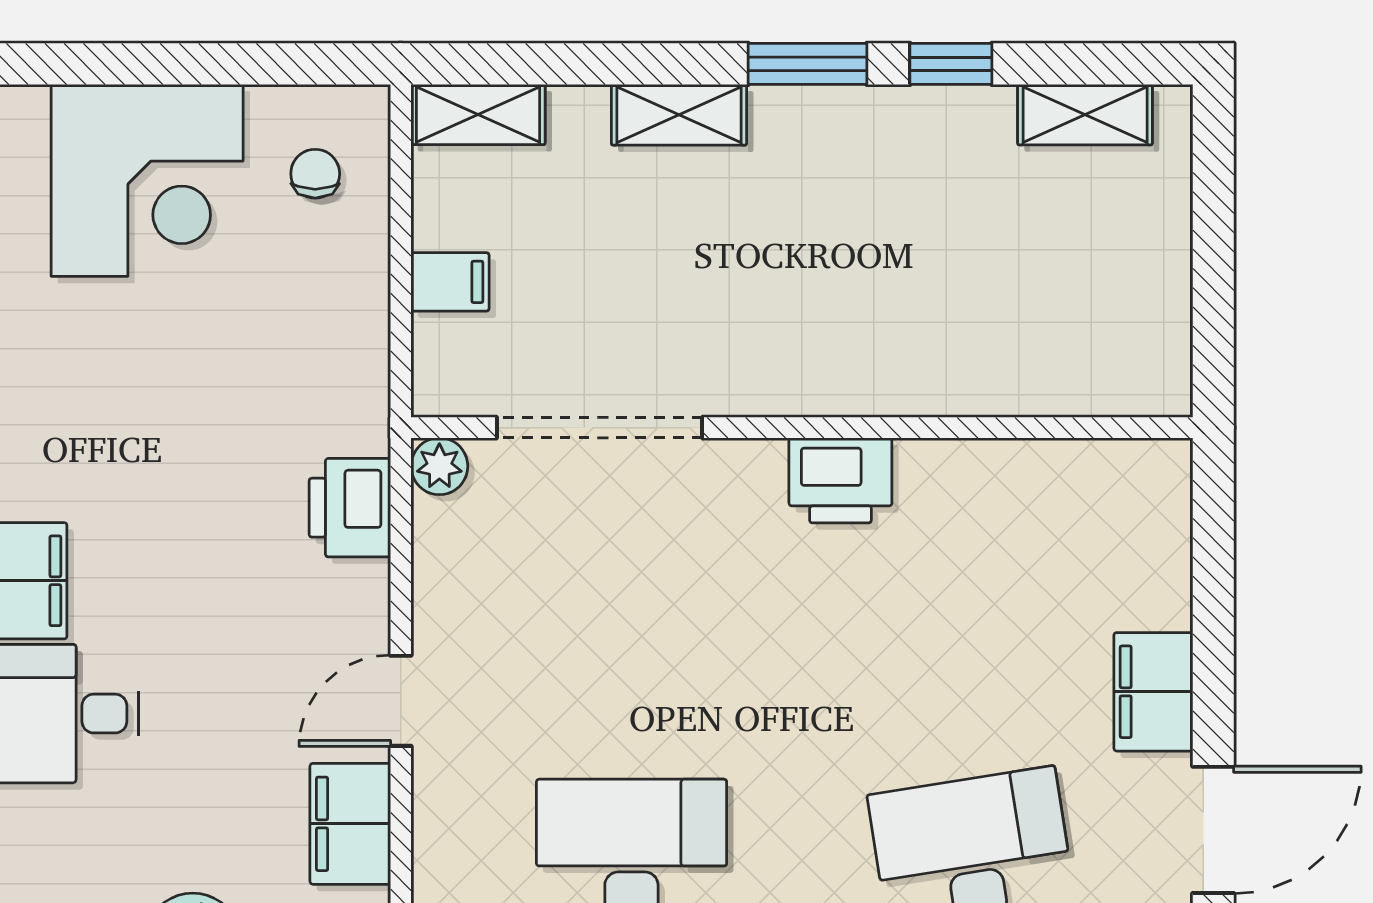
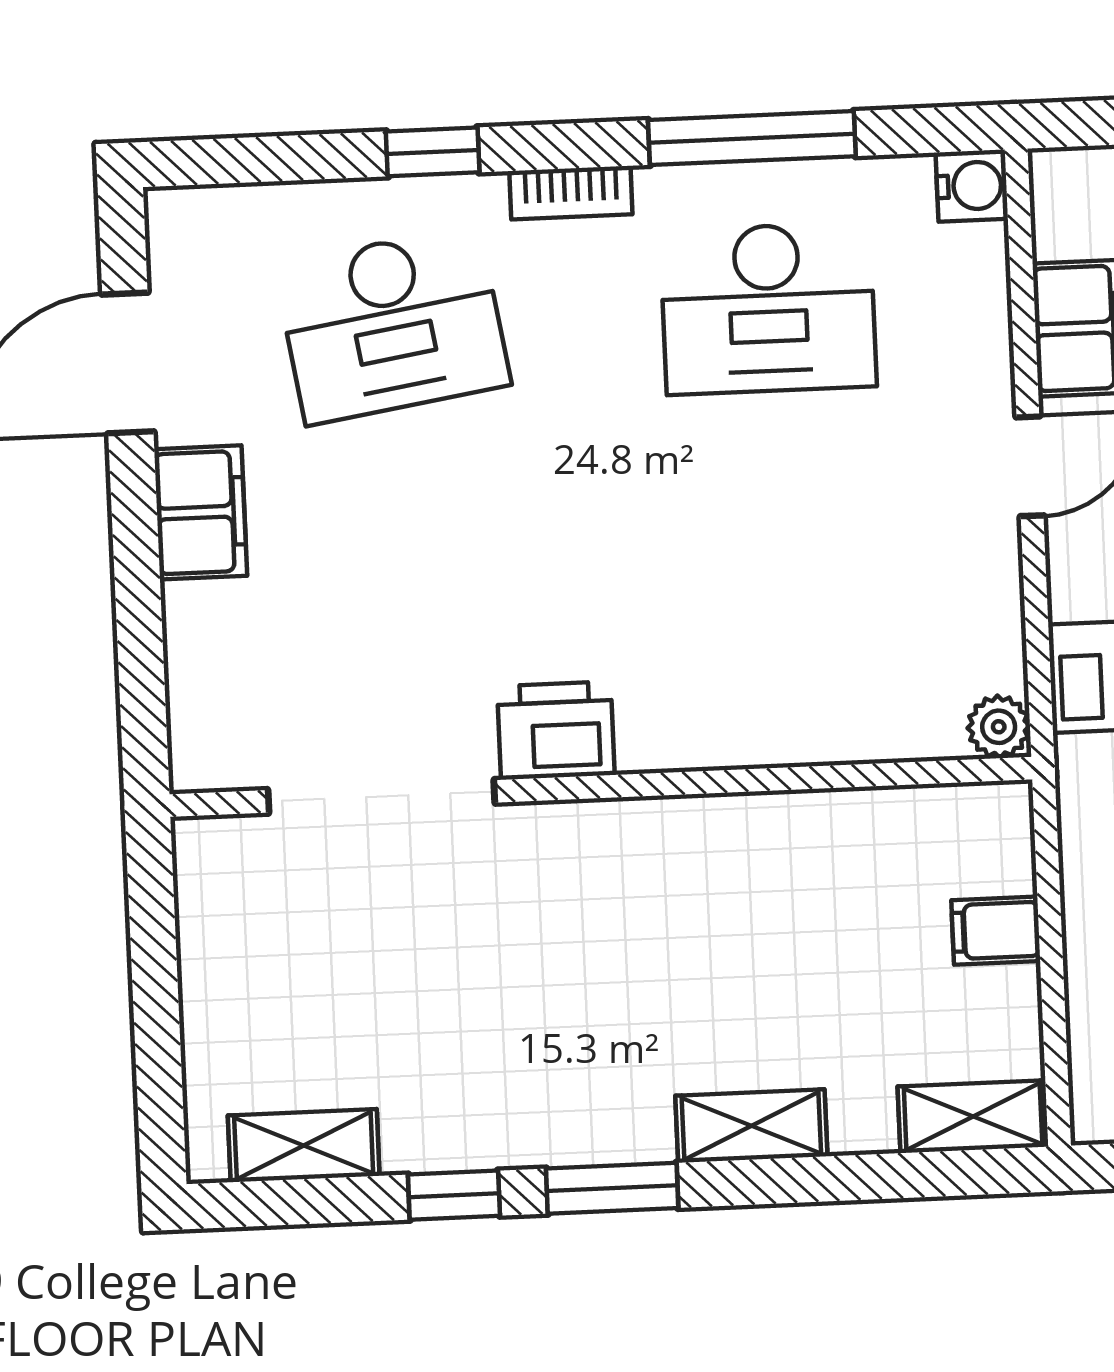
doorway: (600, 428) -> (381, 796), moved

